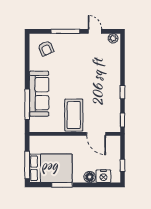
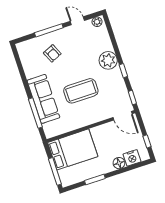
armchair: (46, 48) -> (52, 53), moved
plant: (111, 78) -> (108, 60), added
coffee table: (74, 115) -> (81, 91), moved, turned 90
door: (96, 134) -> (123, 116), moved
bed: (51, 168) -> (73, 149), moved

